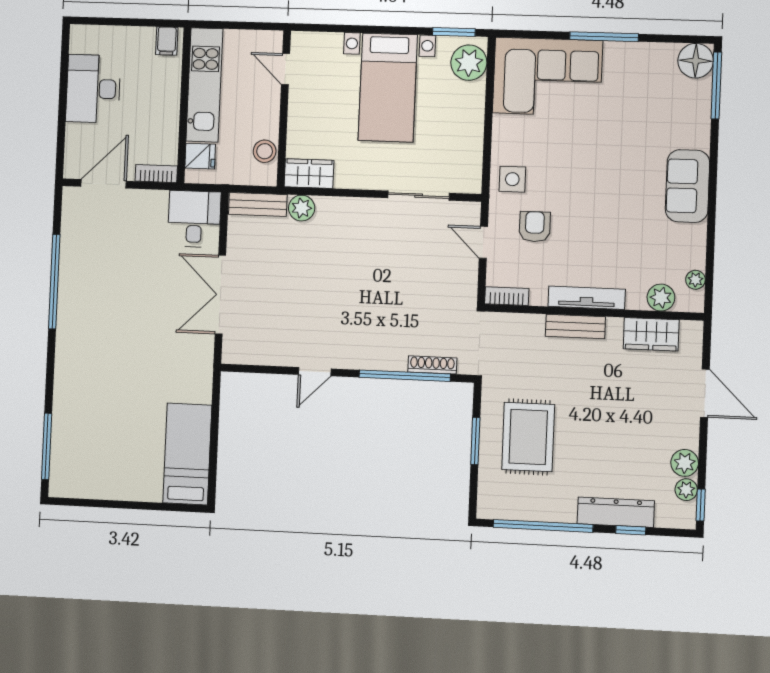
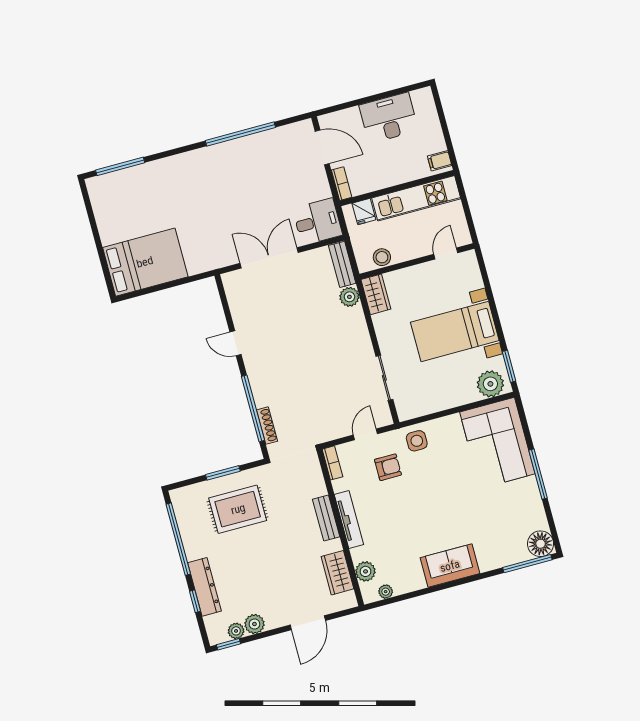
bed: (187, 454) -> (145, 262), width x1.50

